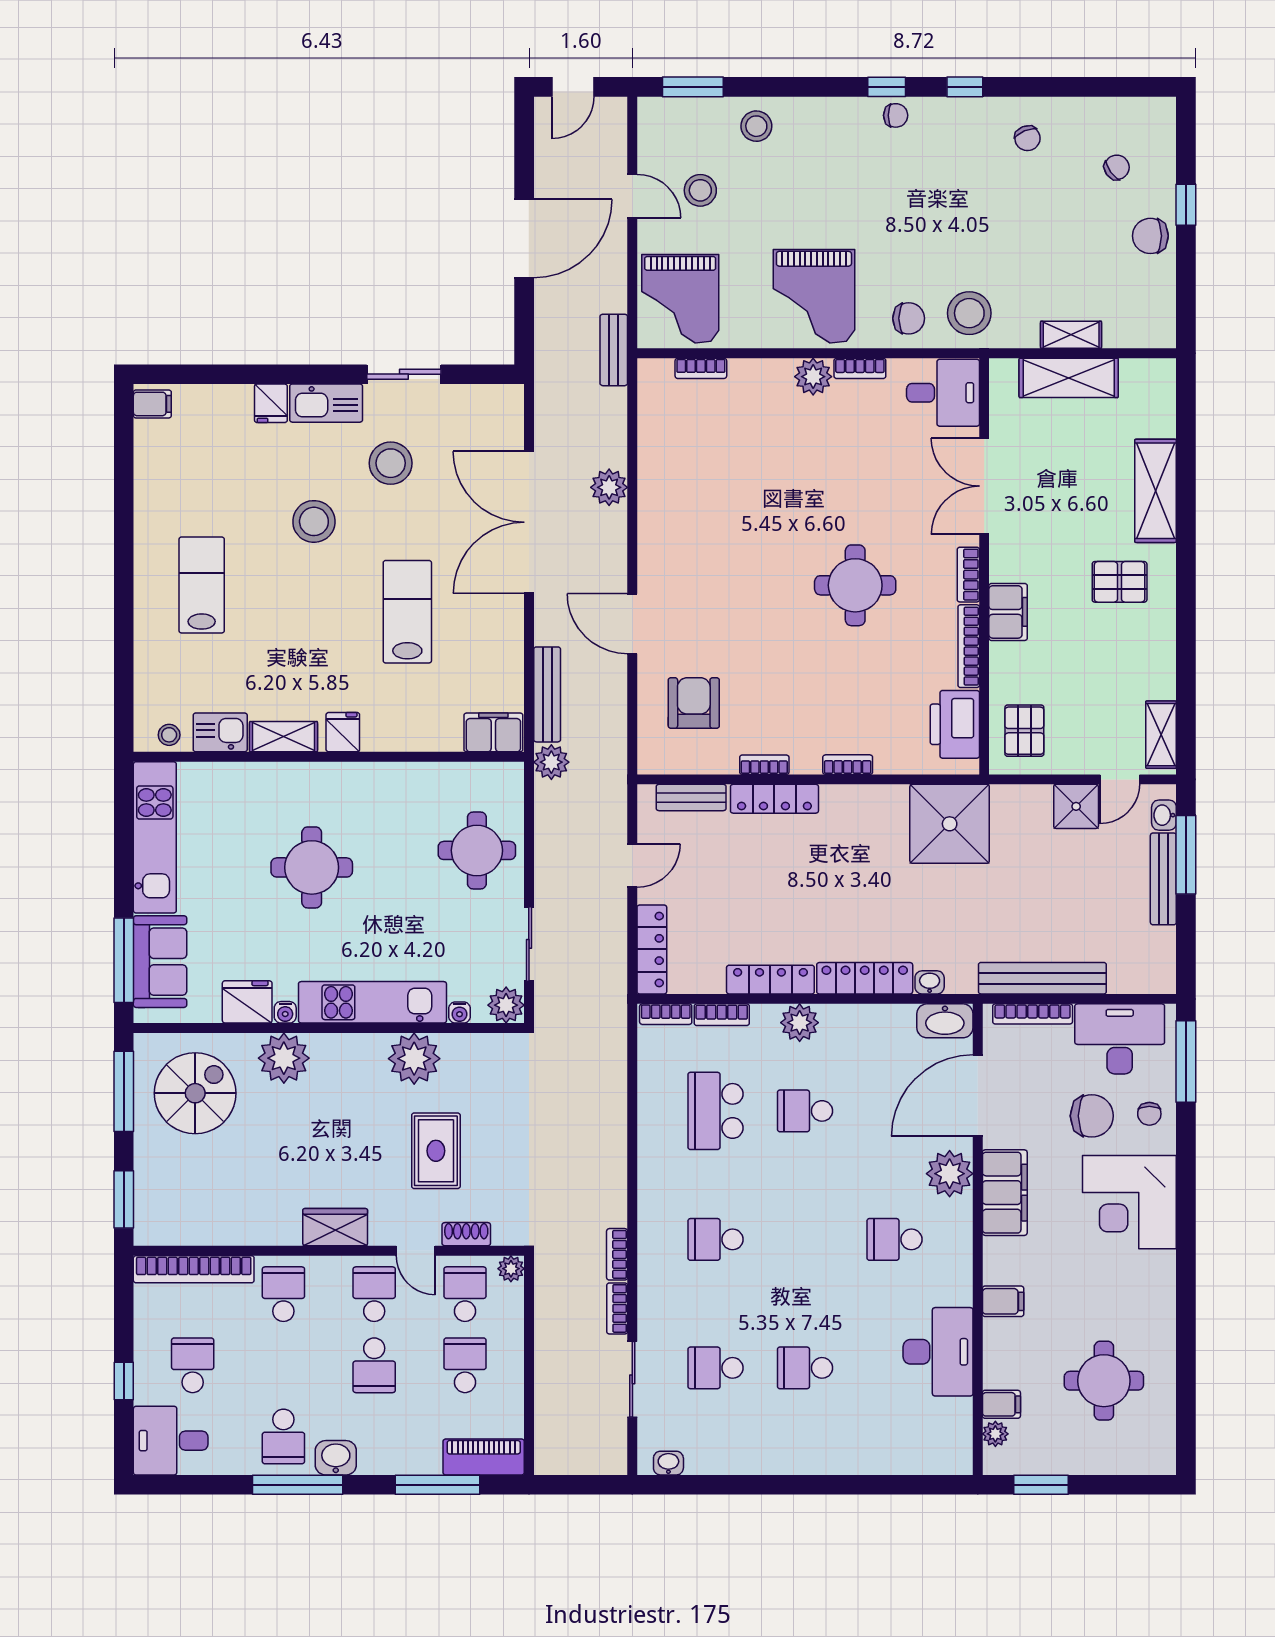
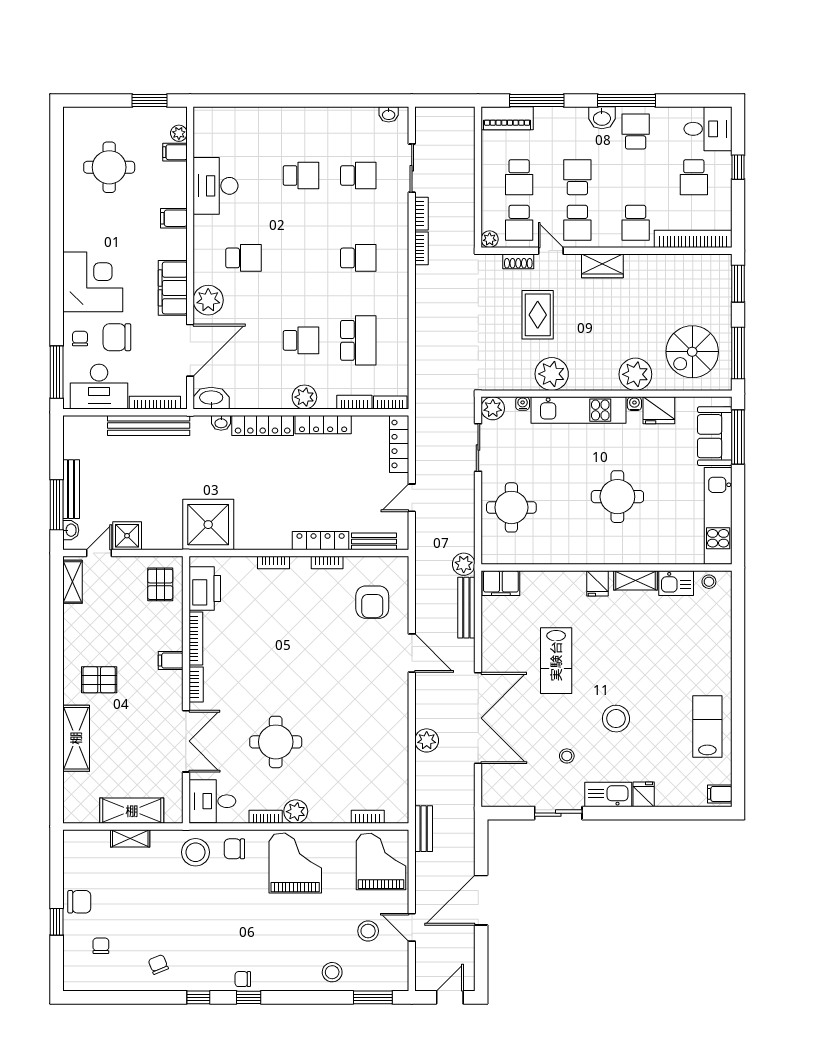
chair: (1117, 167) -> (101, 946), turned 126
stool: (391, 463) -> (567, 756), width x0.53, depth x0.53
lab bench: (202, 585) -> (707, 726), moved, turned 180
round table: (855, 585) -> (276, 742), moved
filing cabinet: (1008, 612) -> (171, 661), width x0.50

